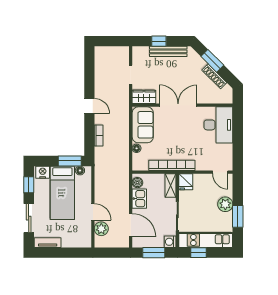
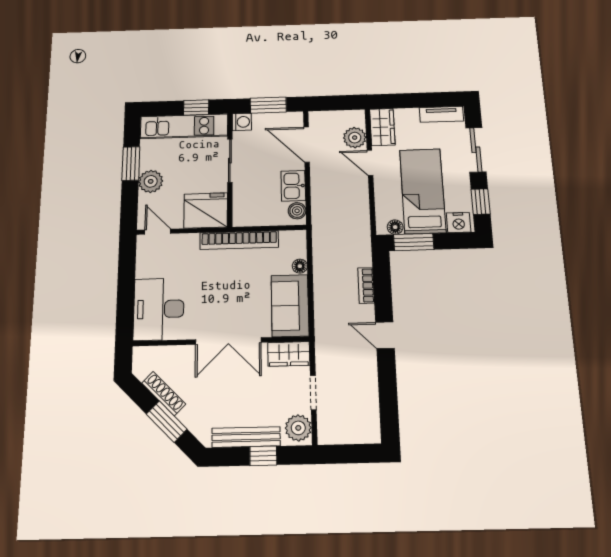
plant: (139, 56) -> (298, 428), added
fridge: (186, 182) -> (206, 210), width x1.88, depth x1.34
shelving: (171, 185) -> (241, 208), removed
wardrobe: (84, 235) -> (382, 127), added

